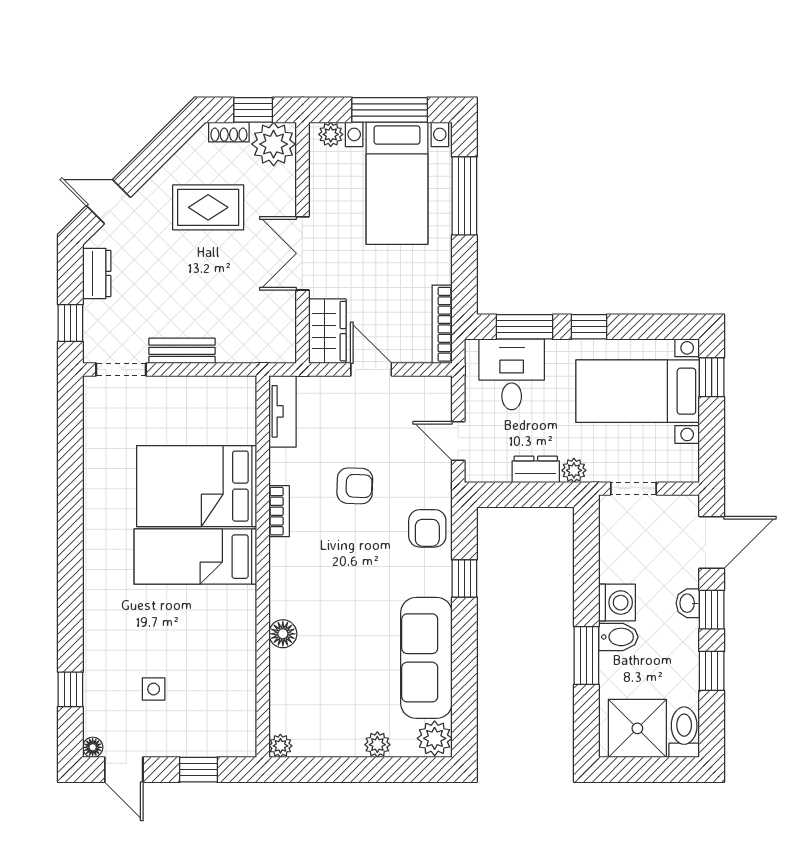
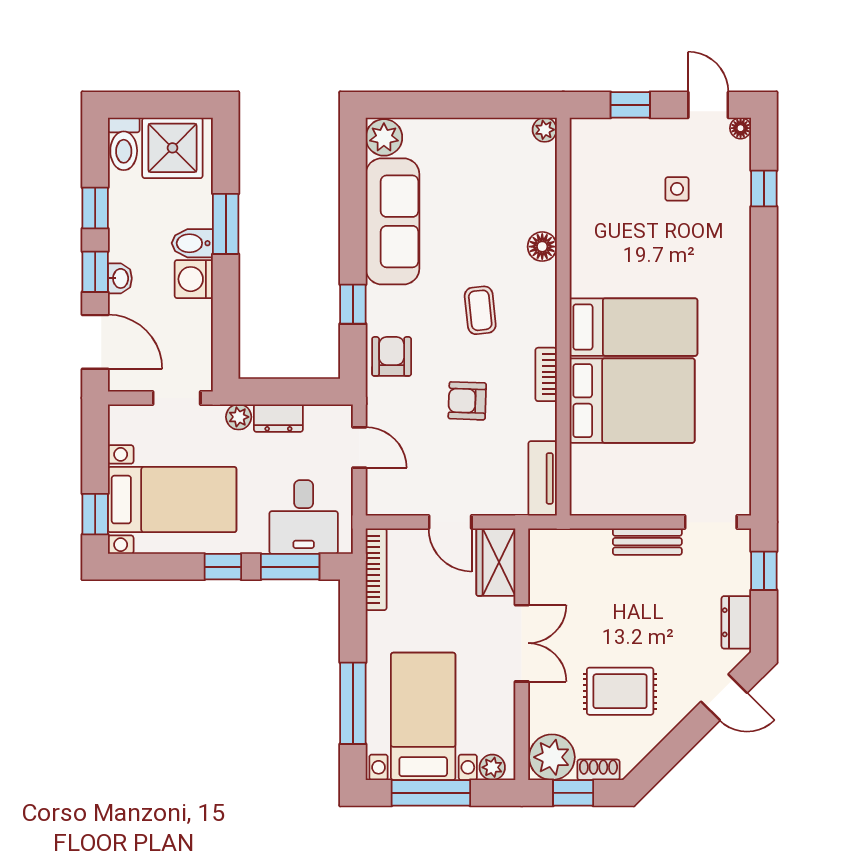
door: (712, 542) -> (95, 342), swing flipped
coffee table: (342, 573) -> (480, 310), added
plant: (377, 745) -> (444, 131), removed

